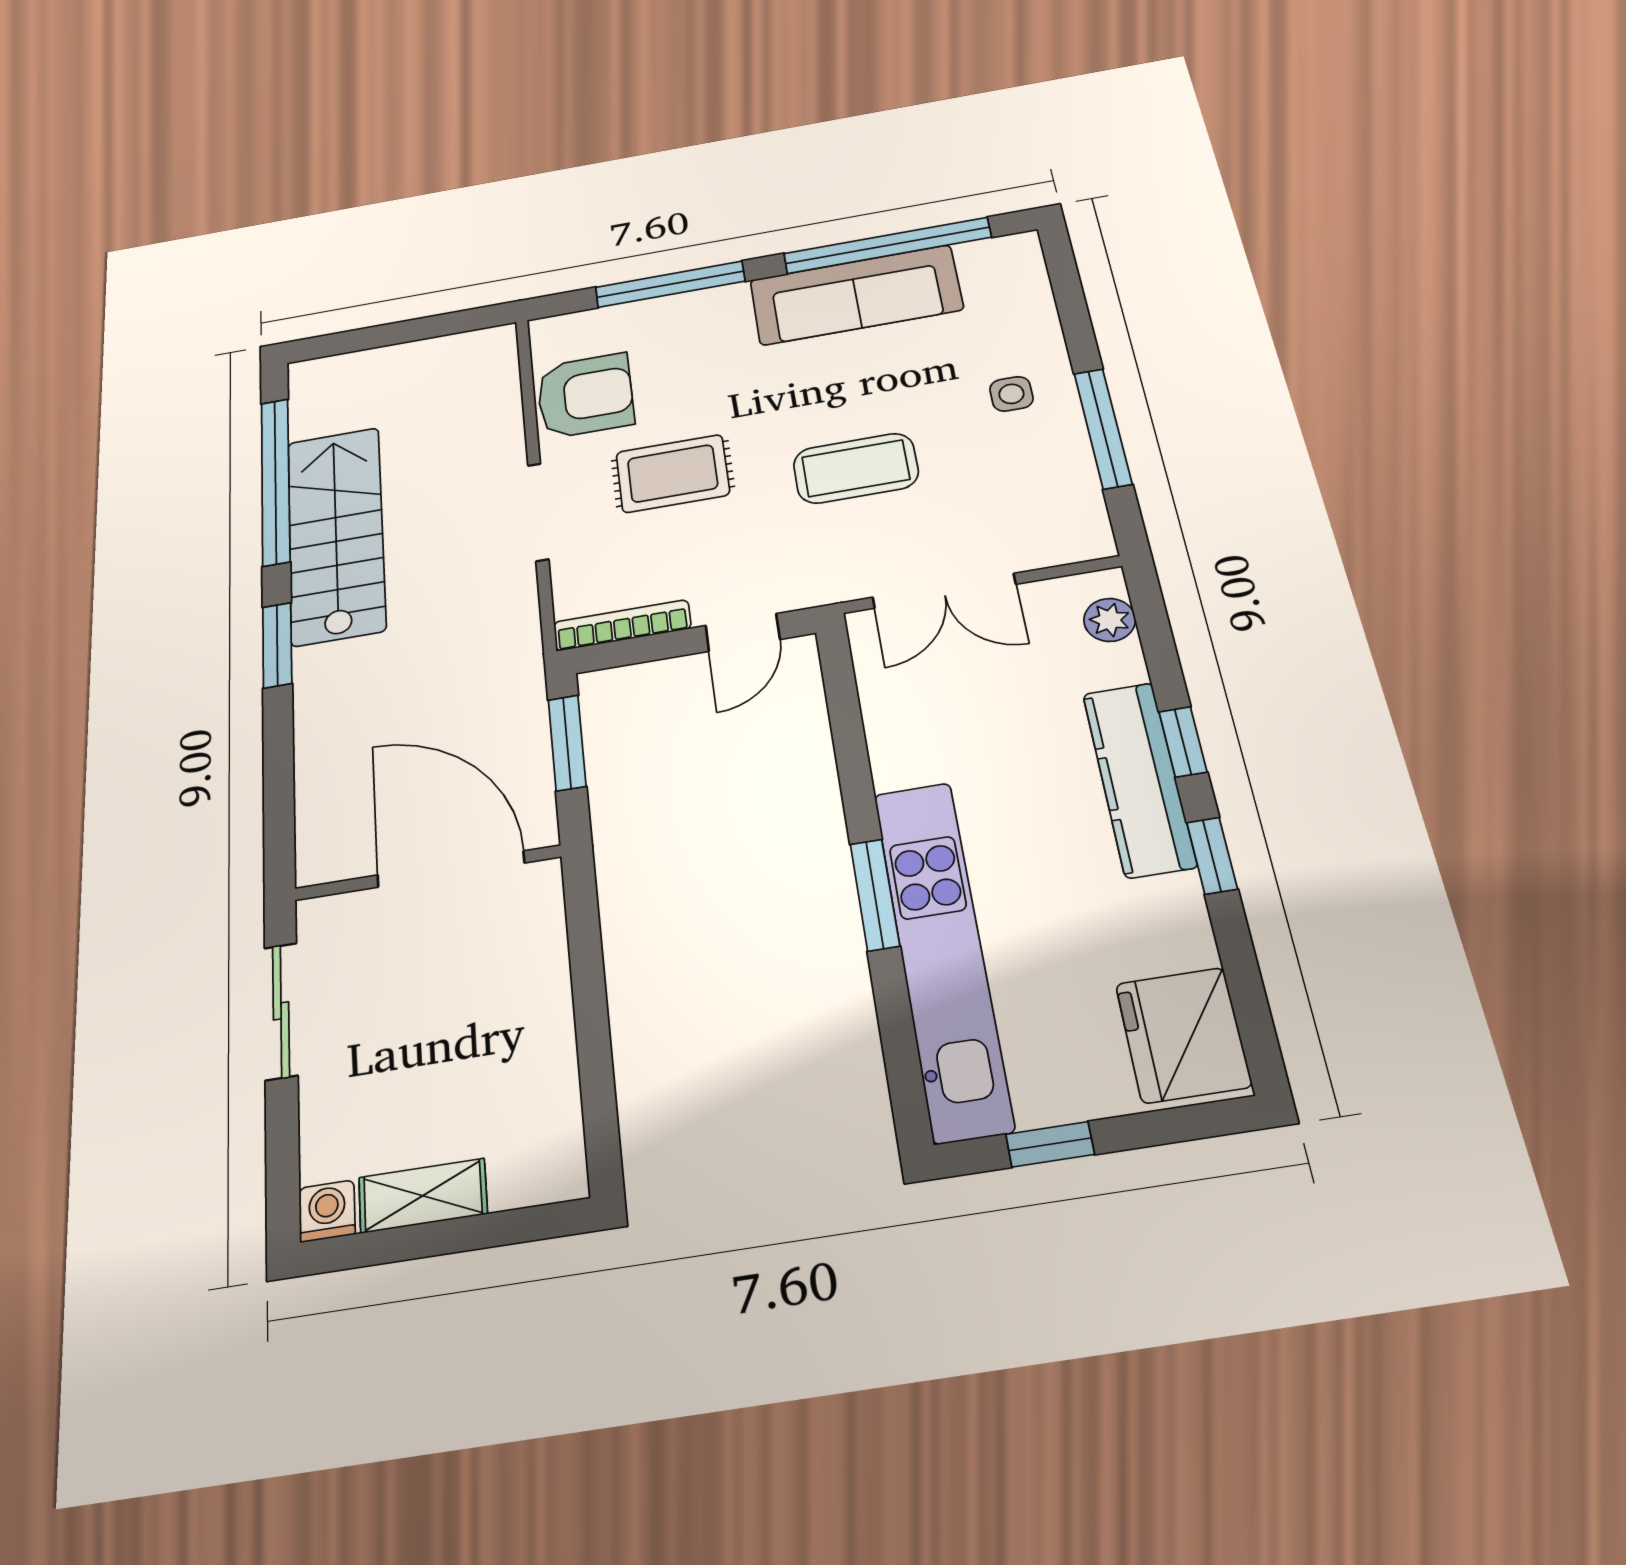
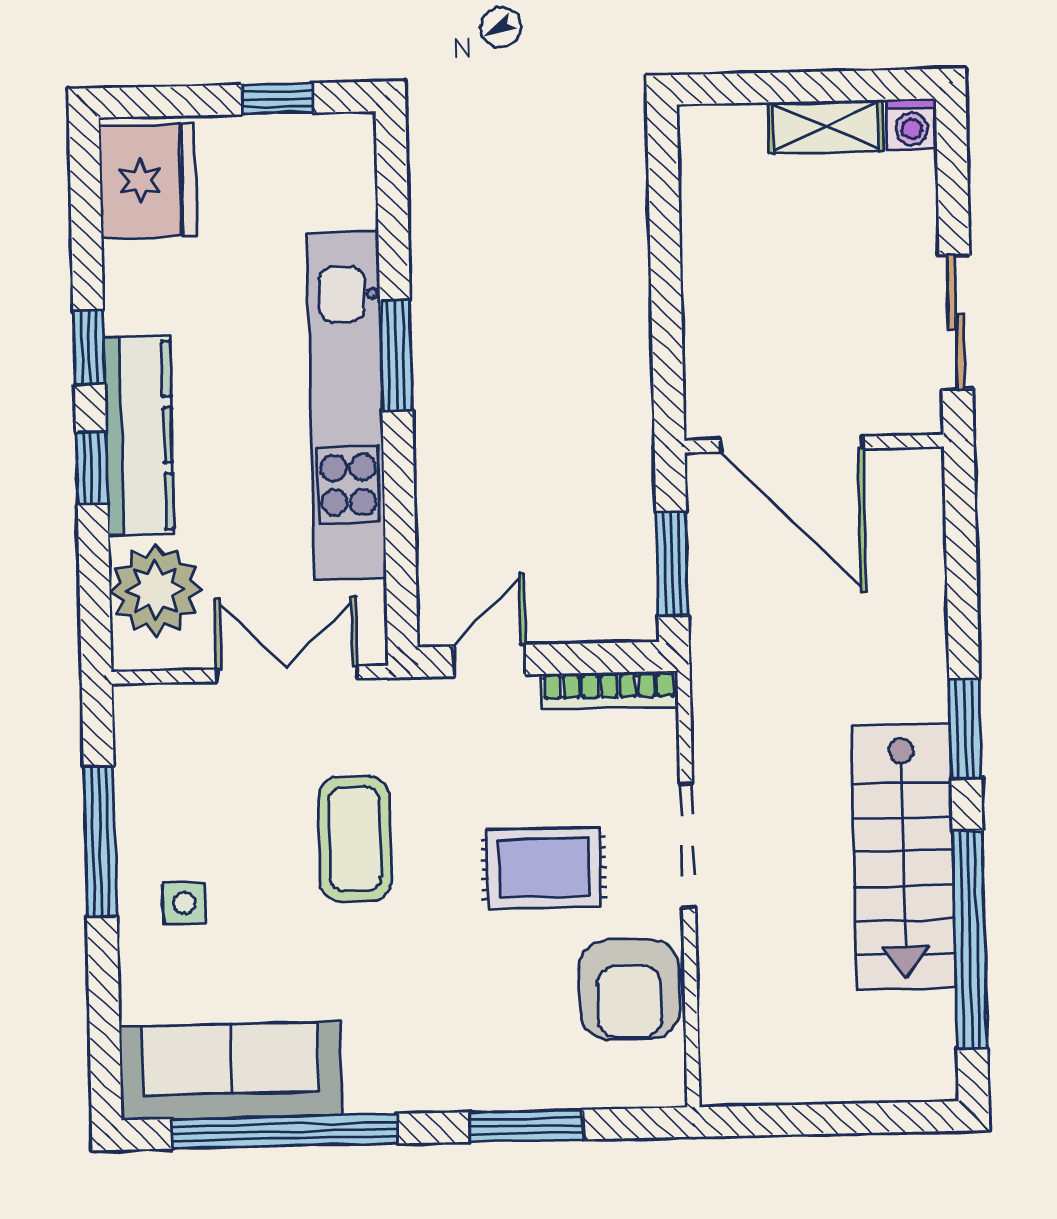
window: (670, 284) -> (526, 1126), width x0.69
sofa: (856, 295) -> (231, 1071), moved
armchair: (585, 396) -> (629, 989), turned -90
coffee table: (856, 468) -> (355, 839), turned 90
plant: (1110, 620) -> (155, 590), width x1.88, depth x1.88
kitchen unit: (942, 956) -> (347, 405), moved

